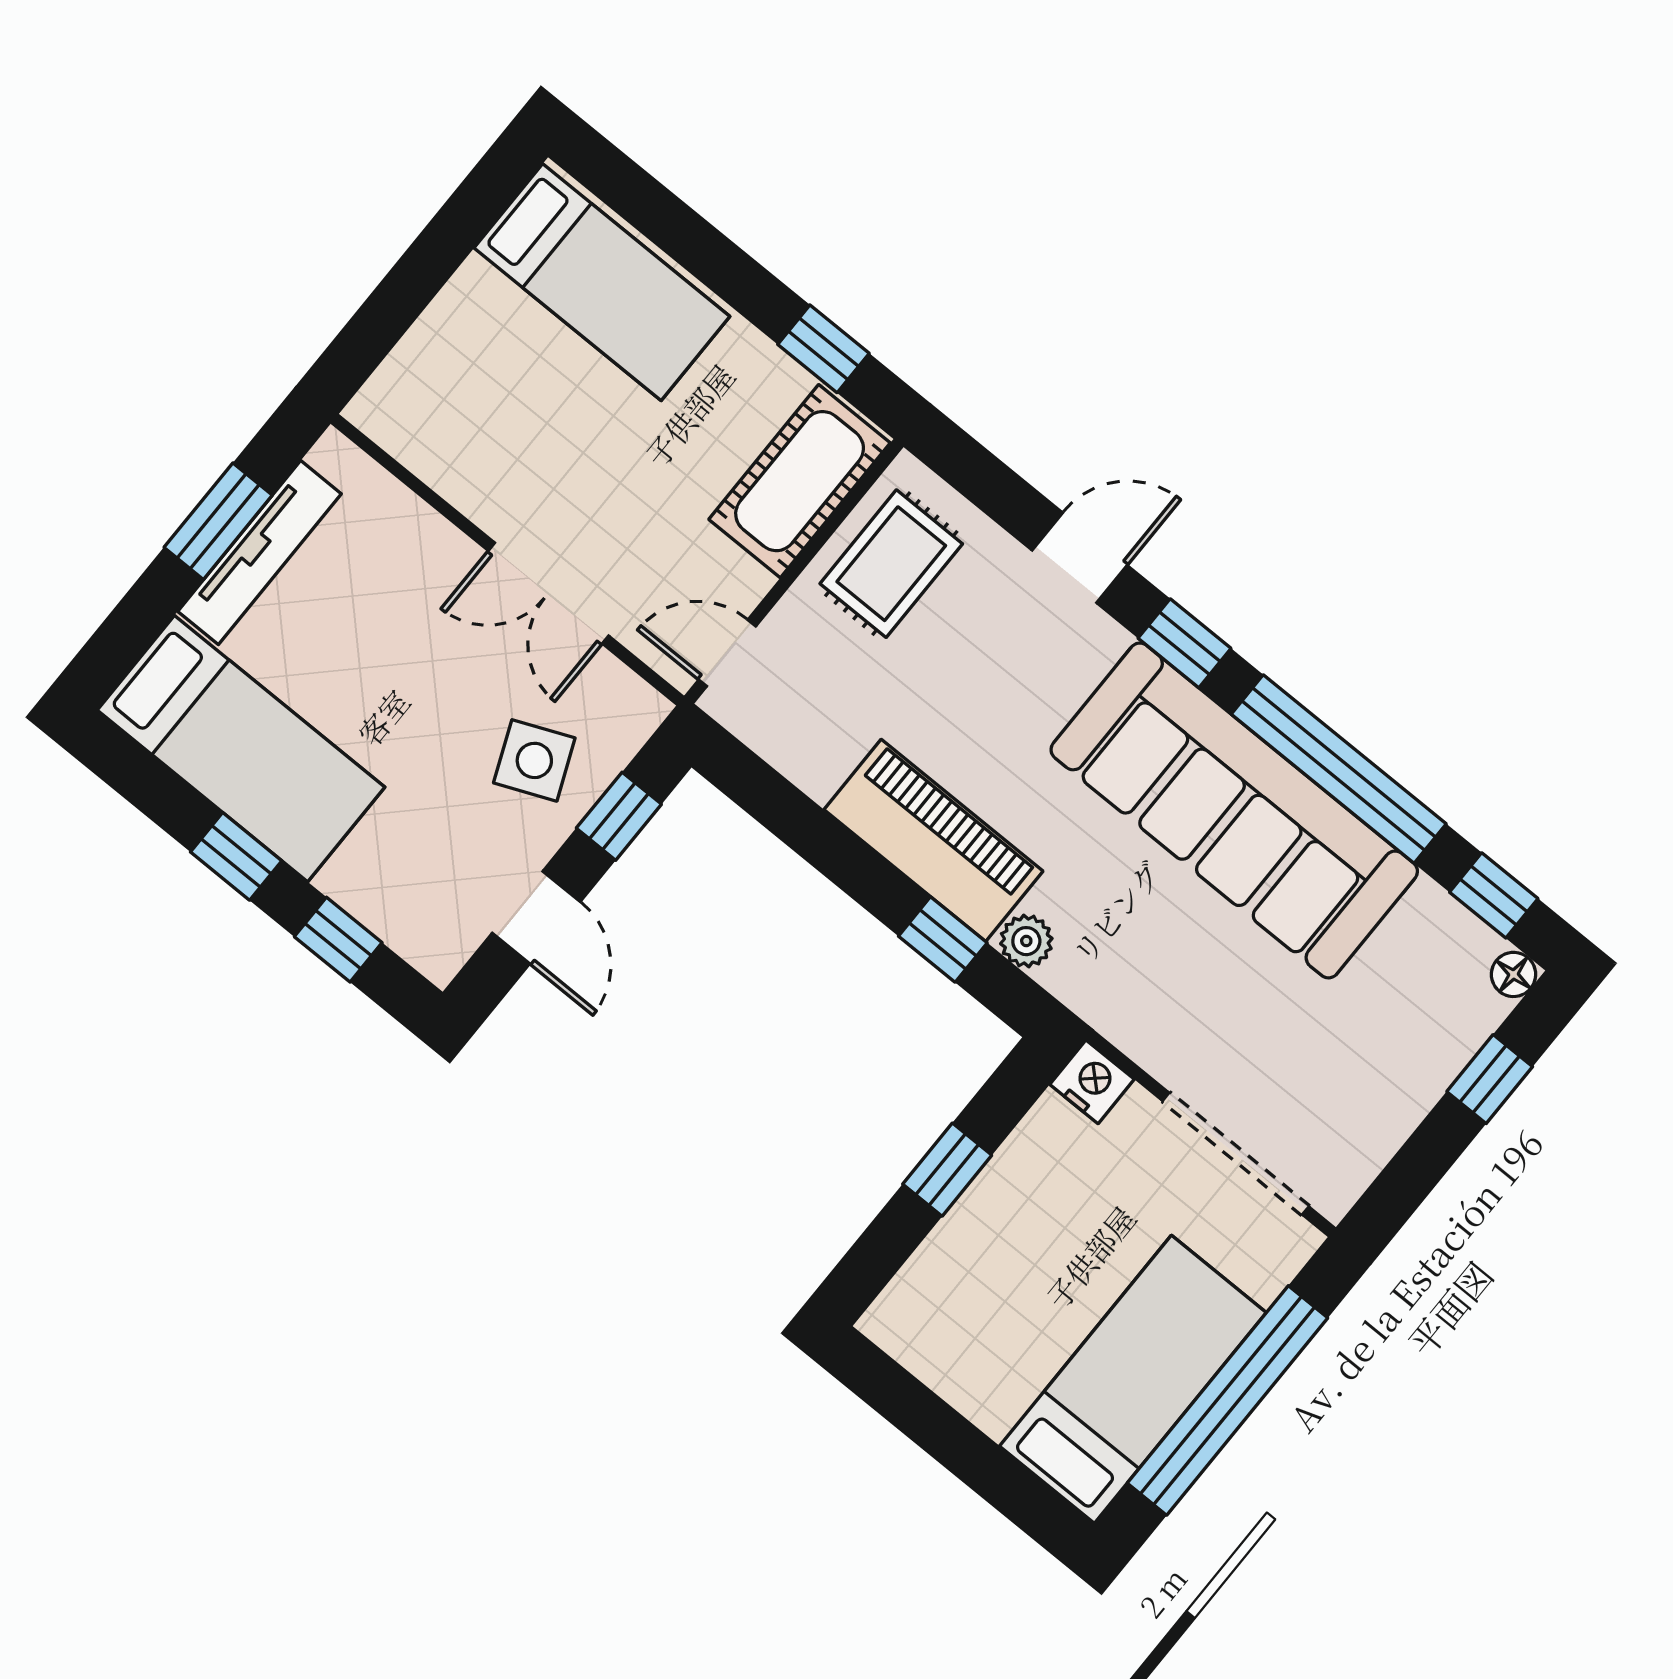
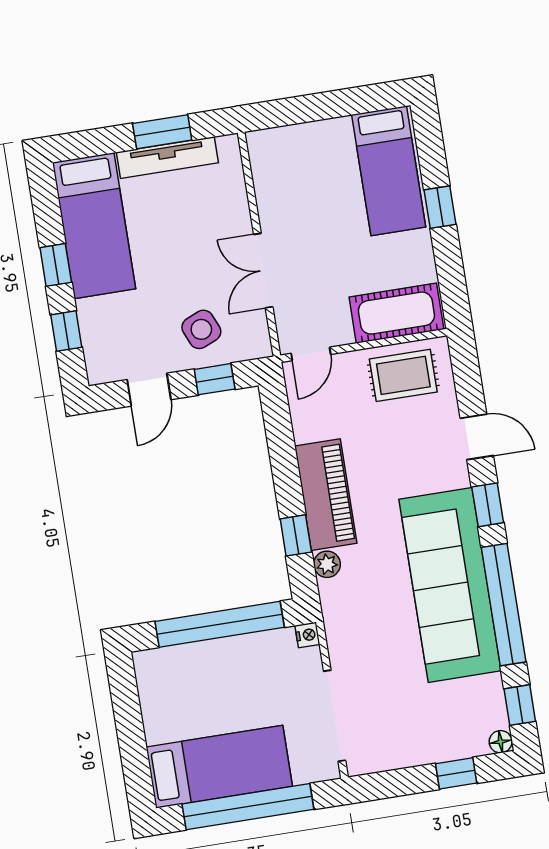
window: (823, 349) -> (440, 207), moved
door: (727, 653) -> (311, 354), swing flipped
nightstand: (1092, 1082) -> (307, 635), width x0.72, depth x0.74
window: (947, 1170) -> (220, 624), width x3.17

